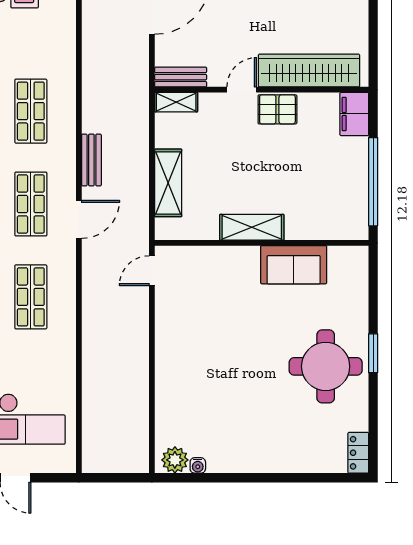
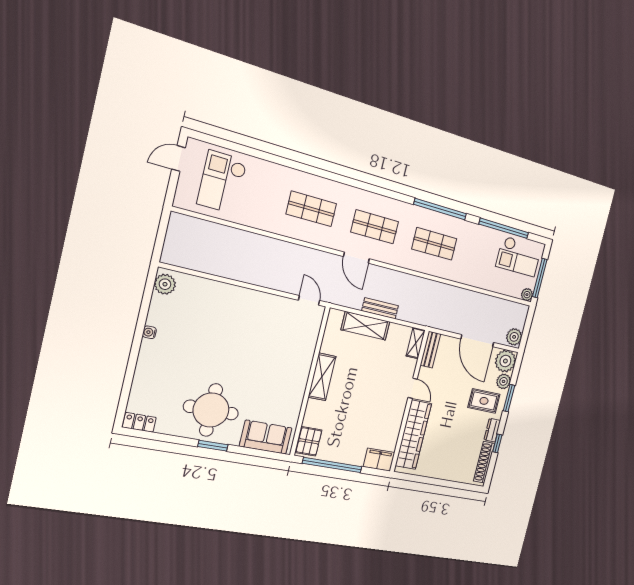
pallet: (277, 109) -> (309, 441), moved
bench: (91, 160) -> (380, 308), moved
sofa: (294, 265) -> (266, 437), moved, turned 90
water cooler: (198, 465) -> (149, 332), moved

